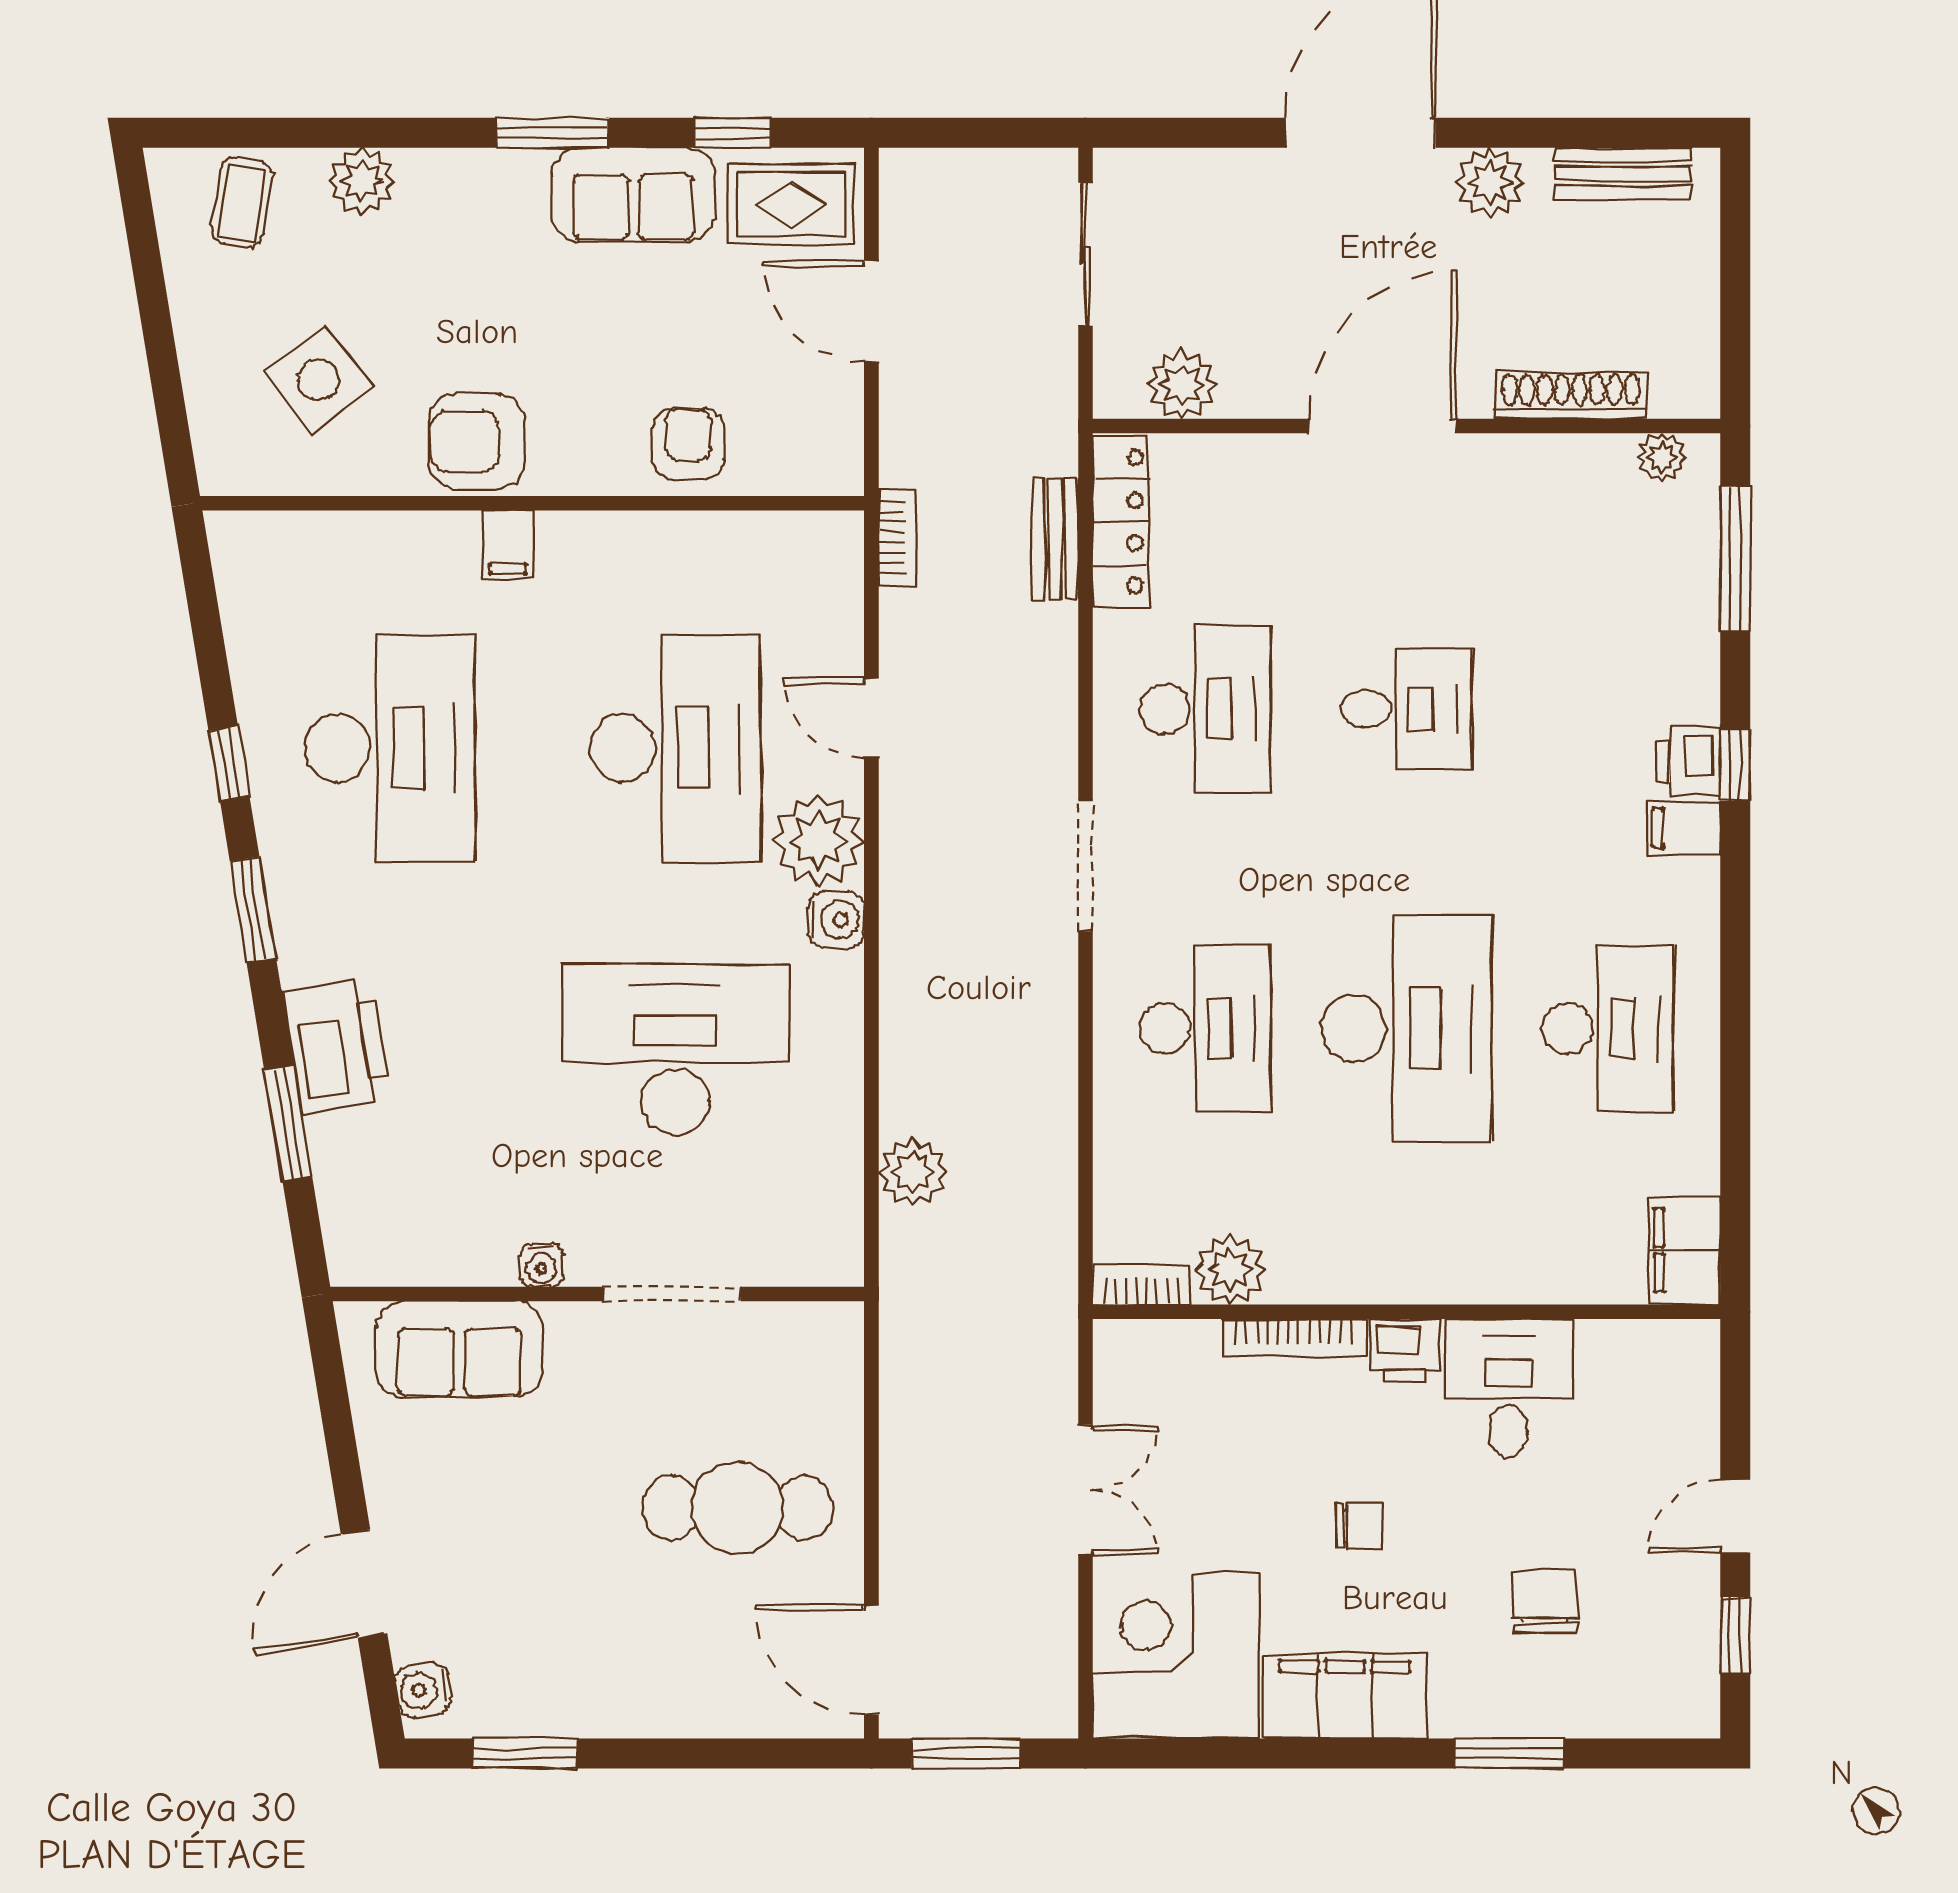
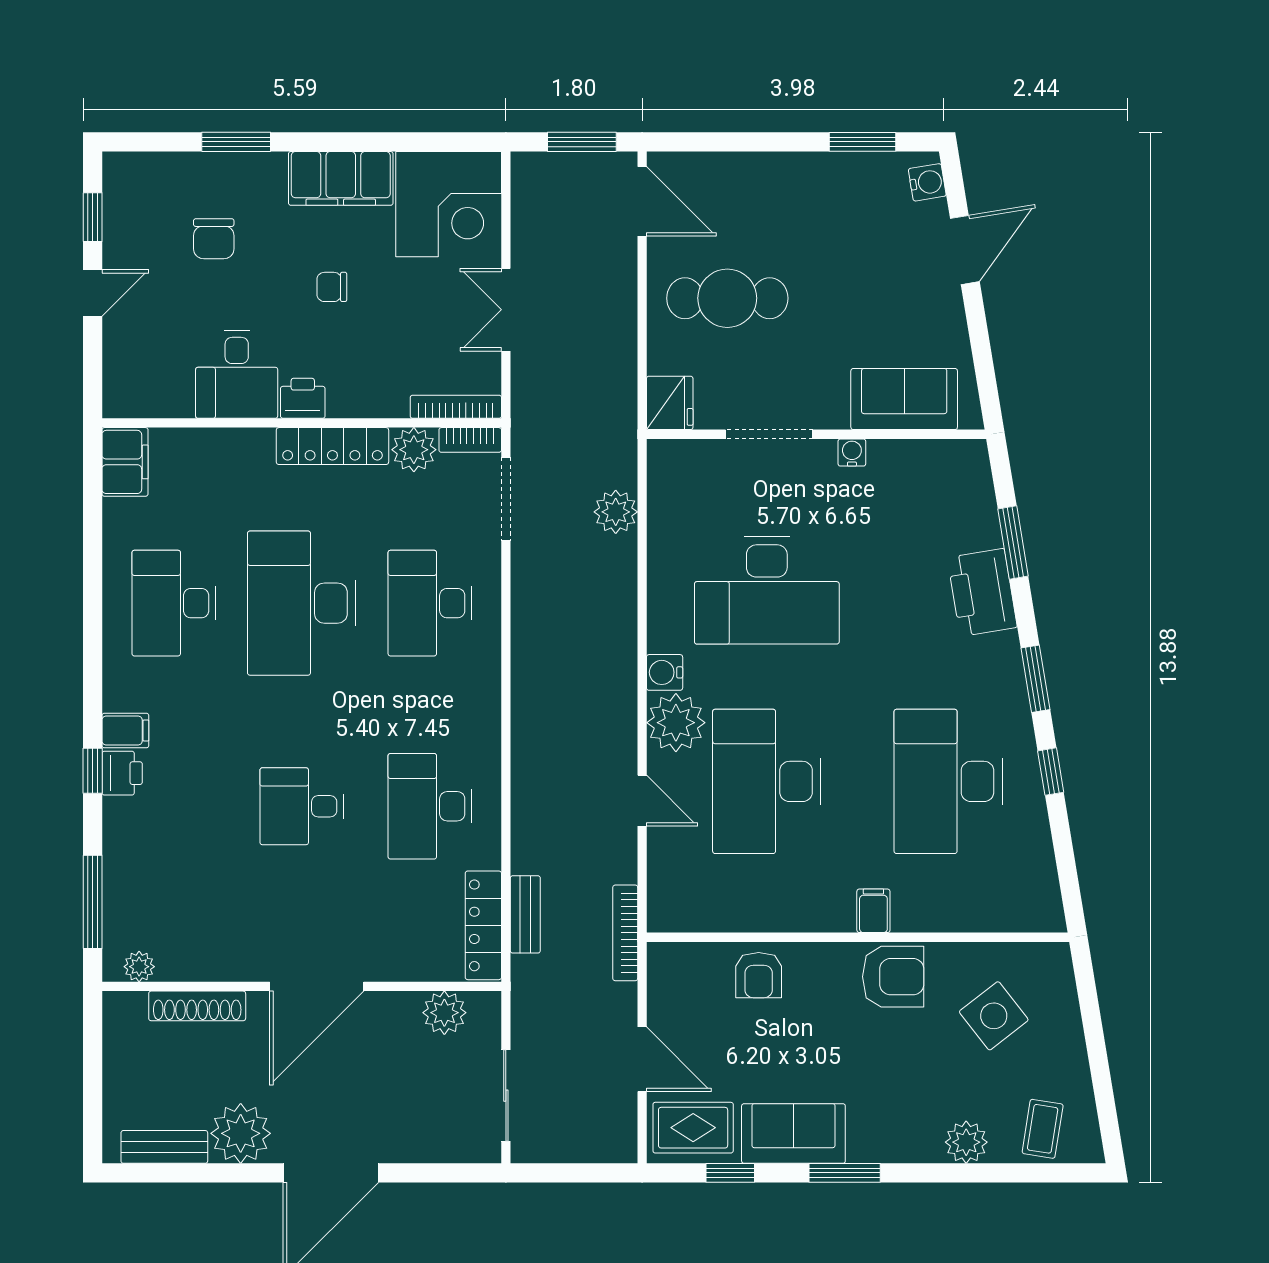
plant: (1490, 182) -> (241, 1133), width x1.36, depth x1.36
bookcase: (898, 537) -> (625, 933), width x1.56
doorway: (1085, 866) -> (506, 499), moved
locker: (1358, 1275) -> (332, 446), added
bookcase: (1294, 1337) -> (456, 407), moved
fridge: (828, 1343) -> (670, 403), added

